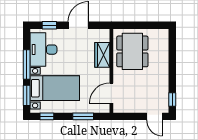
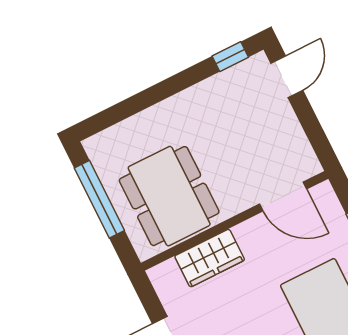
window: (144, 25) -> (99, 199), added
dining table: (132, 51) -> (169, 196), turned 90

